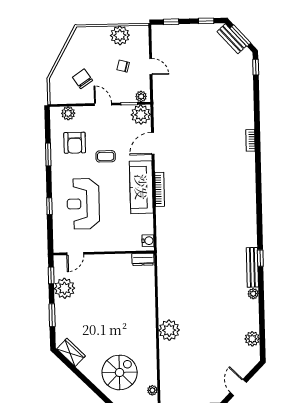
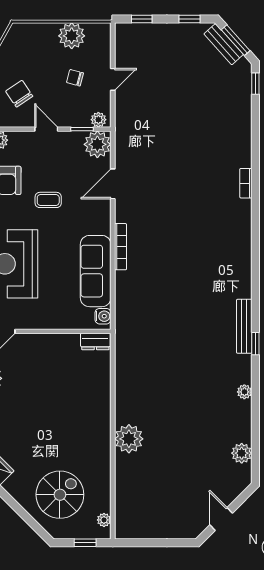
door: (151, 67) -> (113, 79), hinge flipped
sofa: (141, 187) -> (96, 271), moved
bench: (252, 267) -> (244, 326), moved

